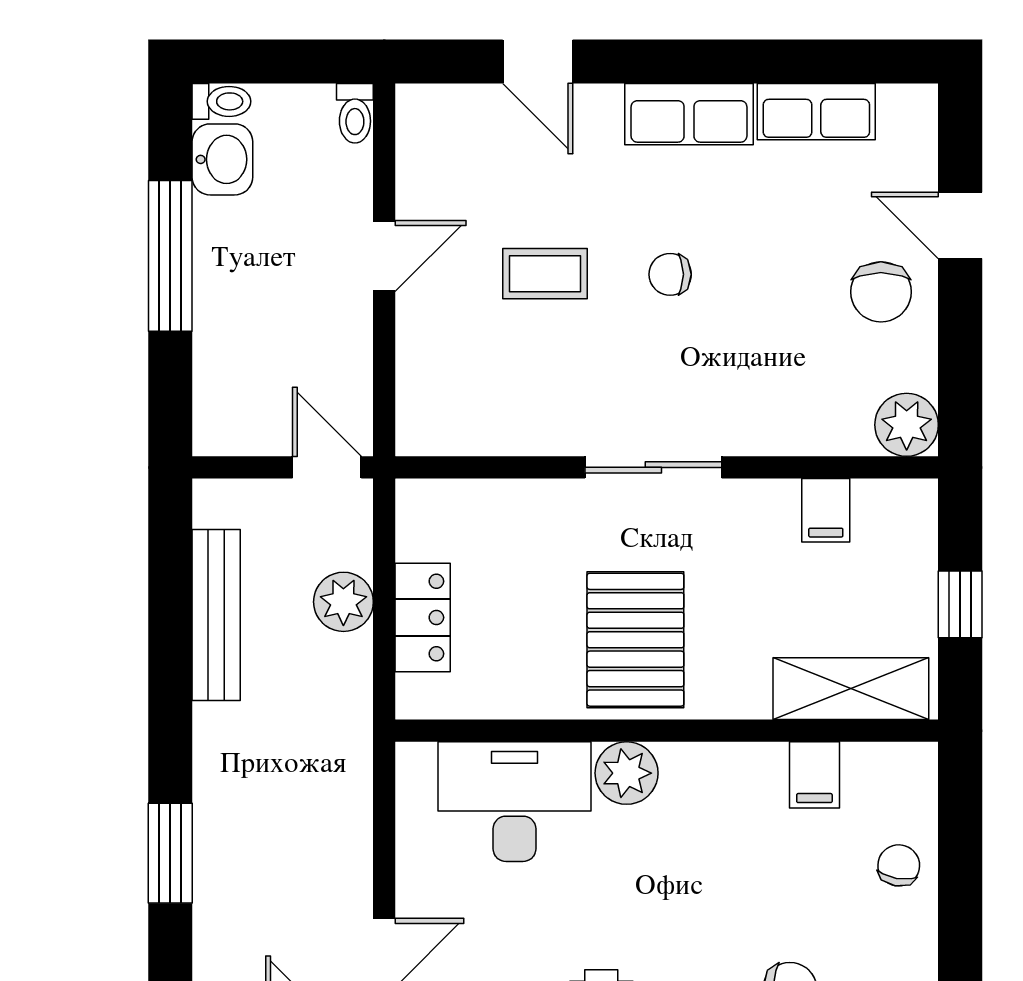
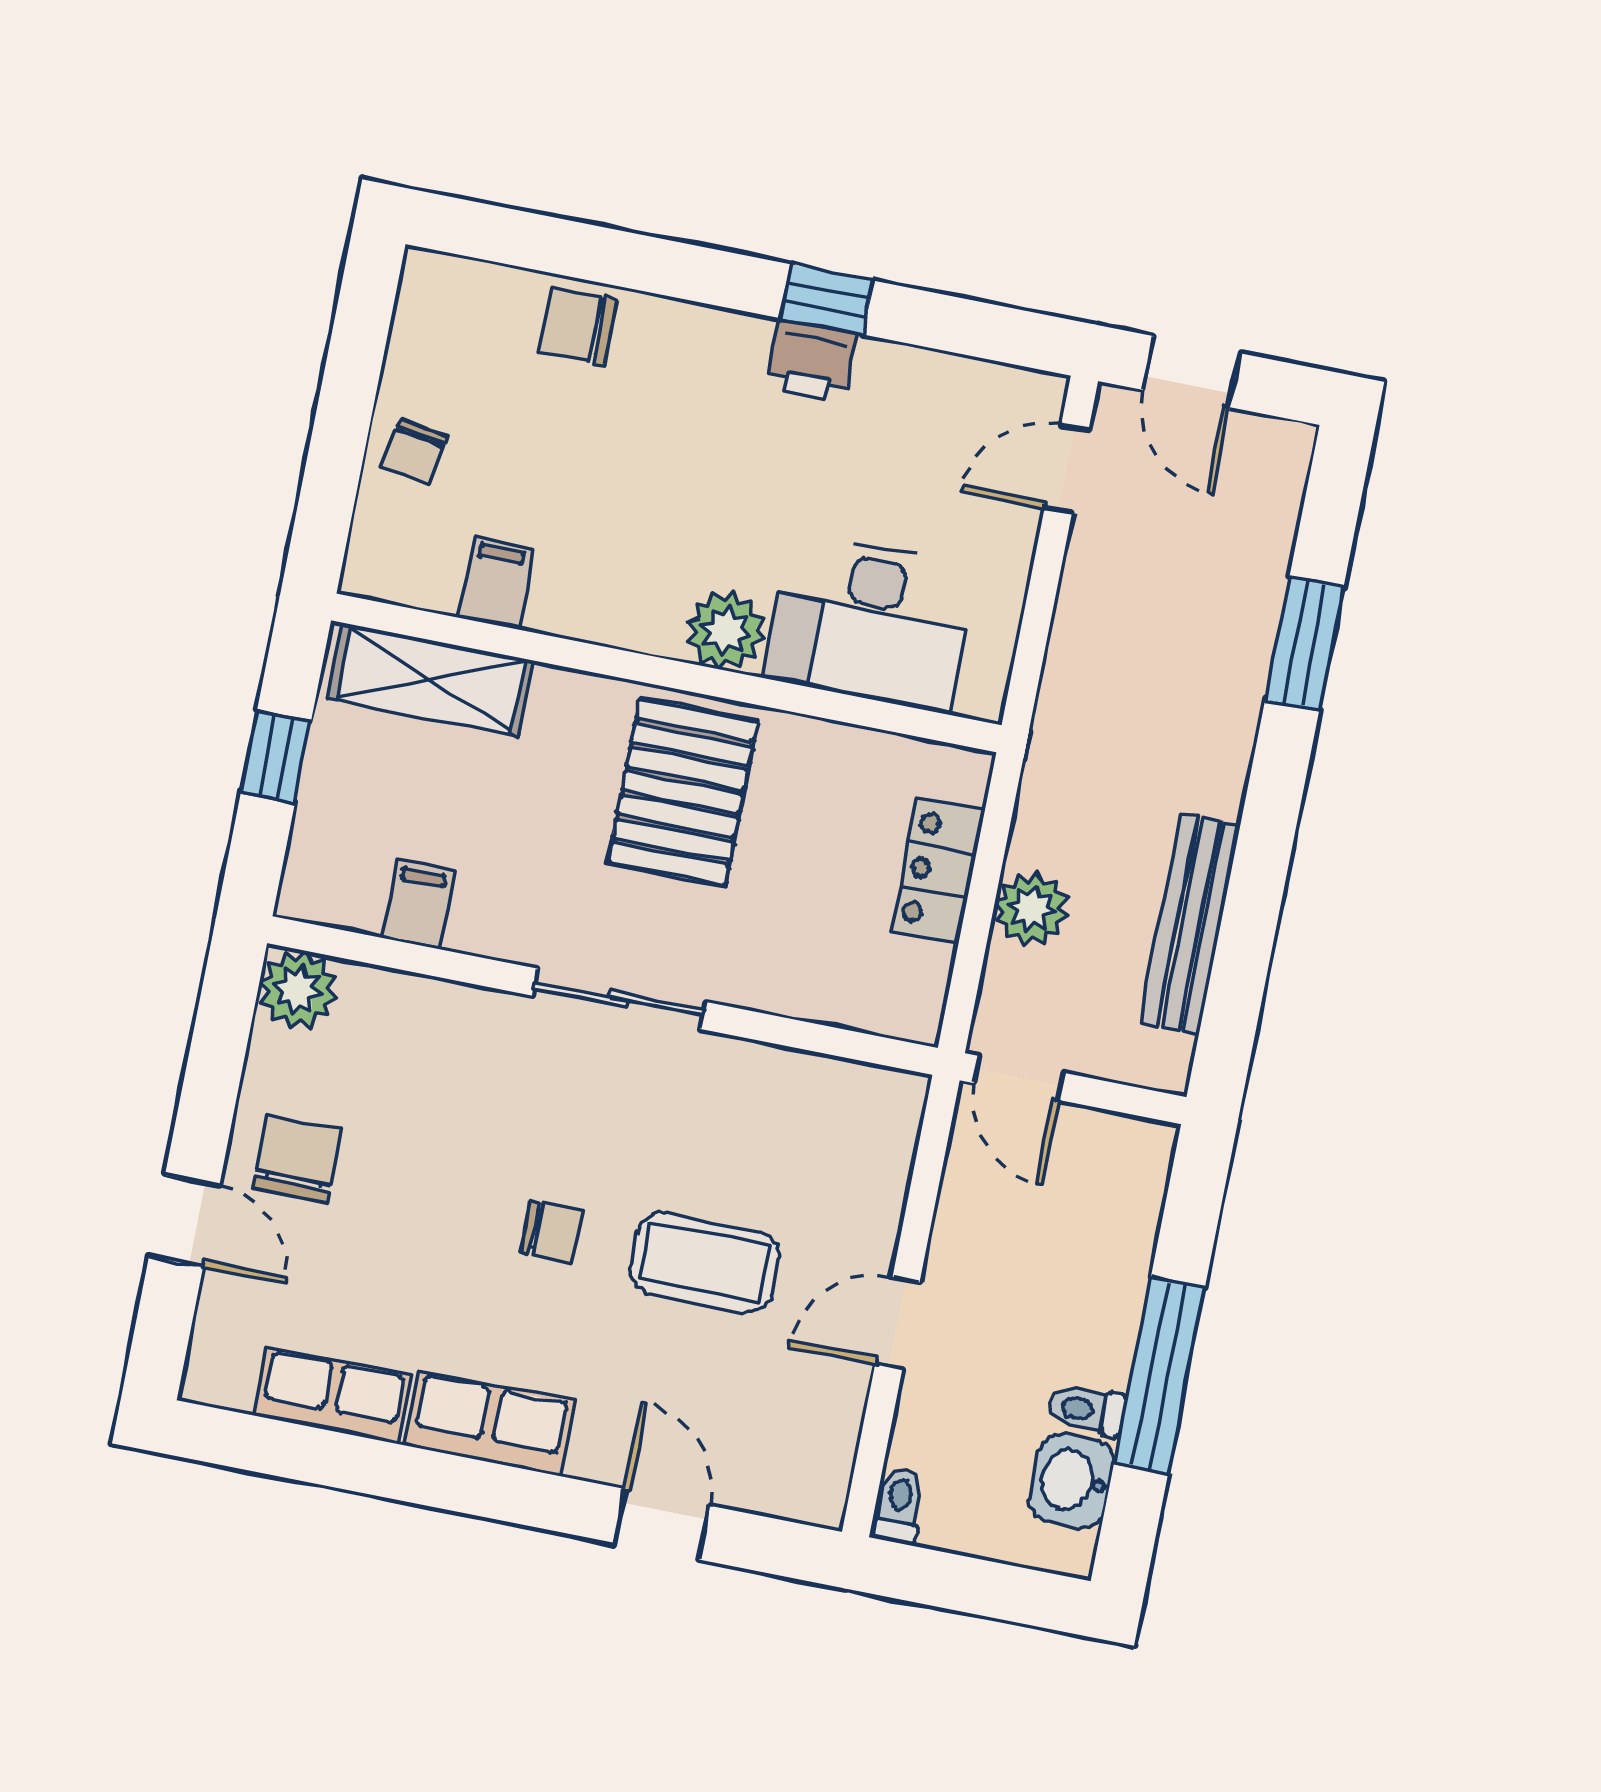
toilet: (221, 101) -> (1087, 1410), moved
coffee table: (545, 274) -> (705, 1263), width x1.36, depth x1.30

